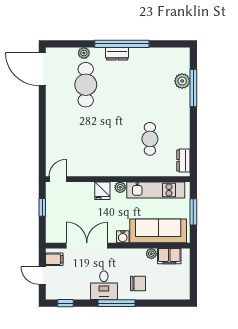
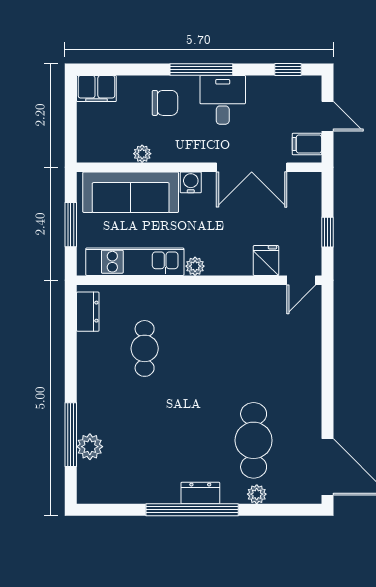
fridge: (102, 191) -> (266, 260), moved
filing cabinet: (169, 256) -> (96, 89), moved, turned 180
chair: (138, 284) -> (165, 103), turned 180

